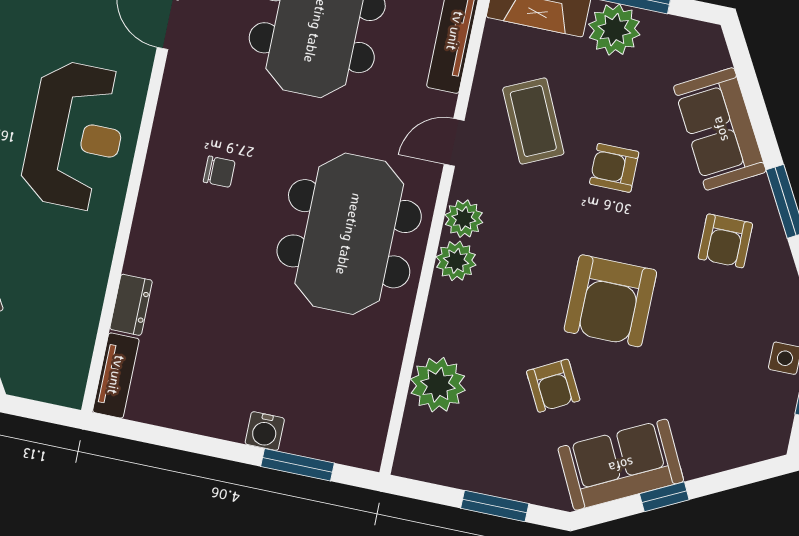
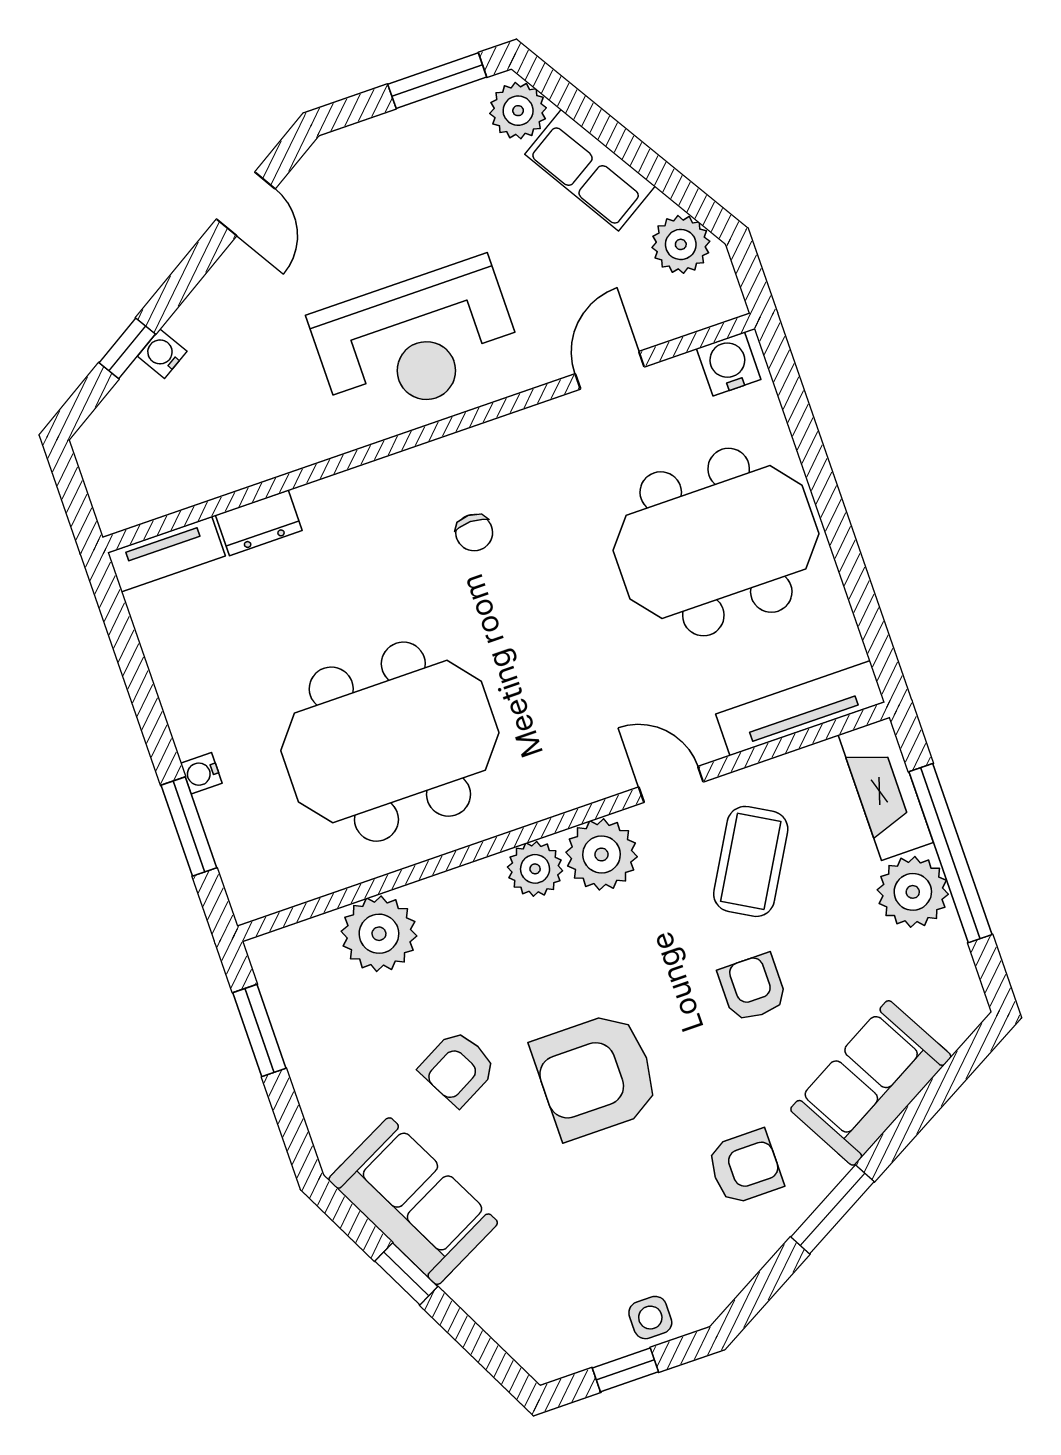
coffee table: (533, 121) -> (751, 861), turned -35
plant: (464, 219) -> (602, 854), width x1.36, depth x1.36
meeting table: (349, 234) -> (390, 742), moved
armchair: (725, 241) -> (745, 1167), turned 180
water cooler: (265, 431) -> (201, 773), width x0.72, depth x0.72
window: (495, 506) -> (259, 1030), moved

